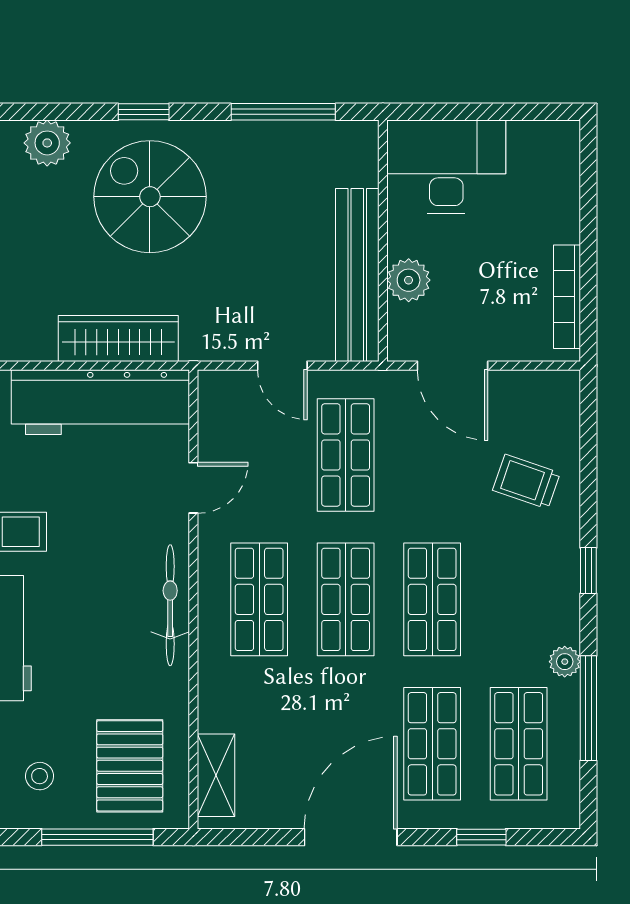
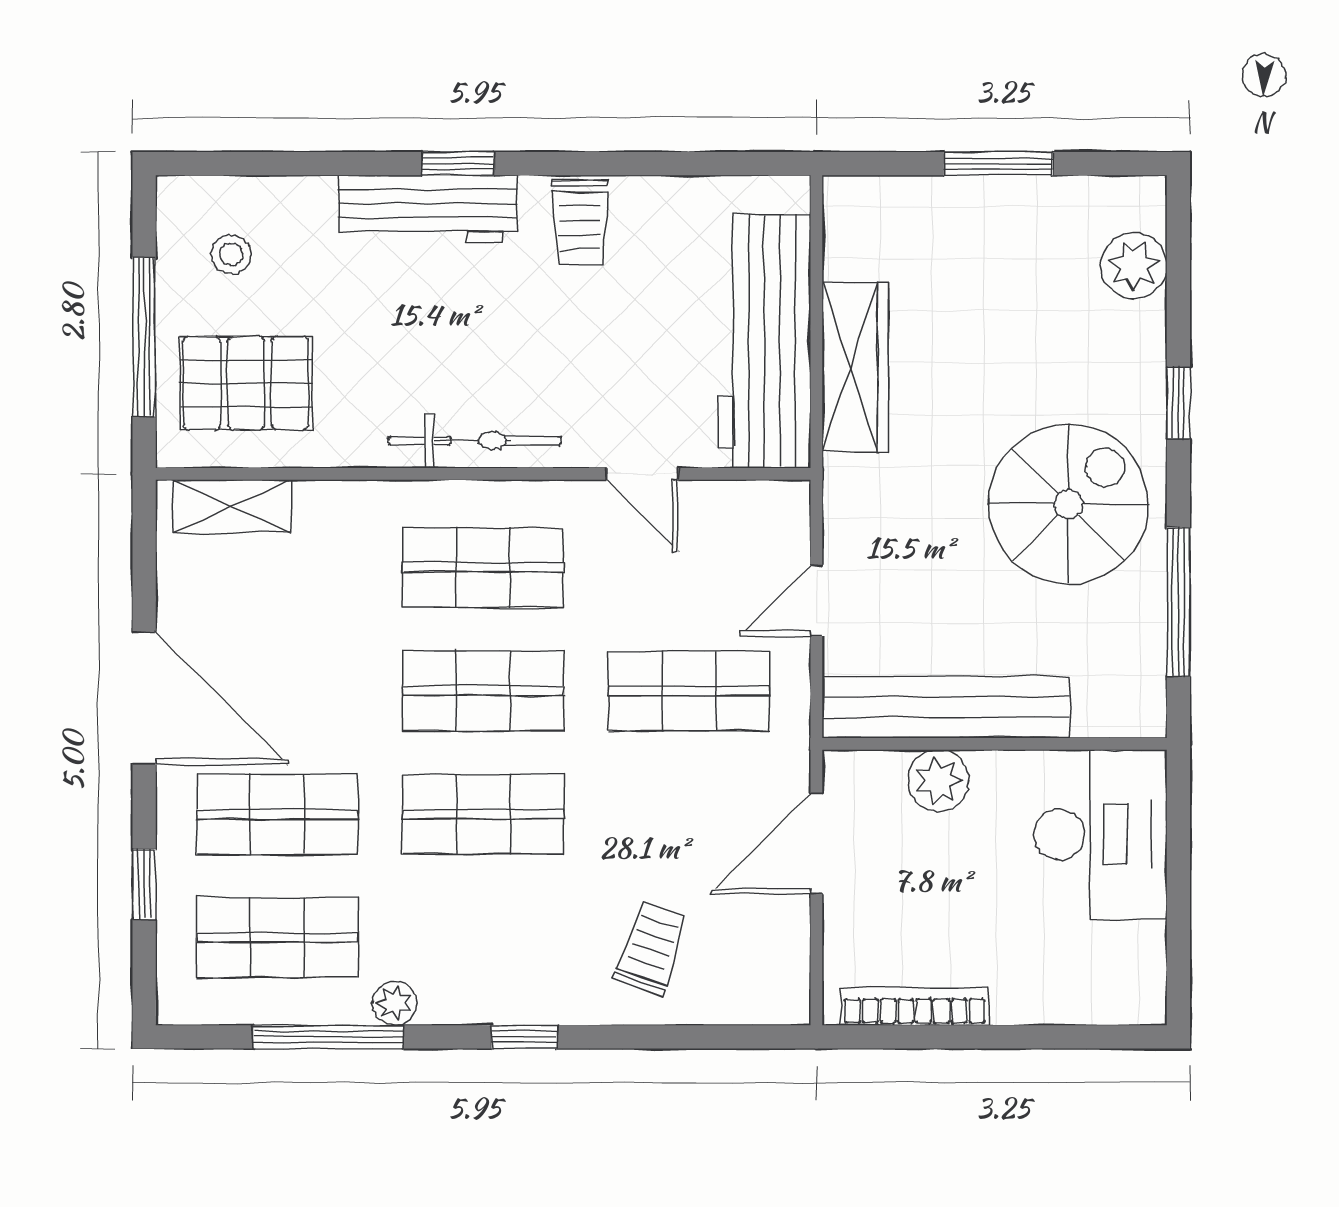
spiral stairs: (150, 197) -> (1068, 504), moved

